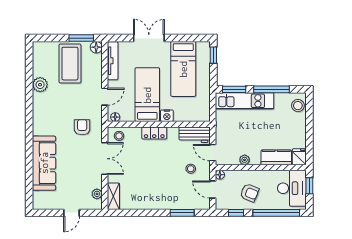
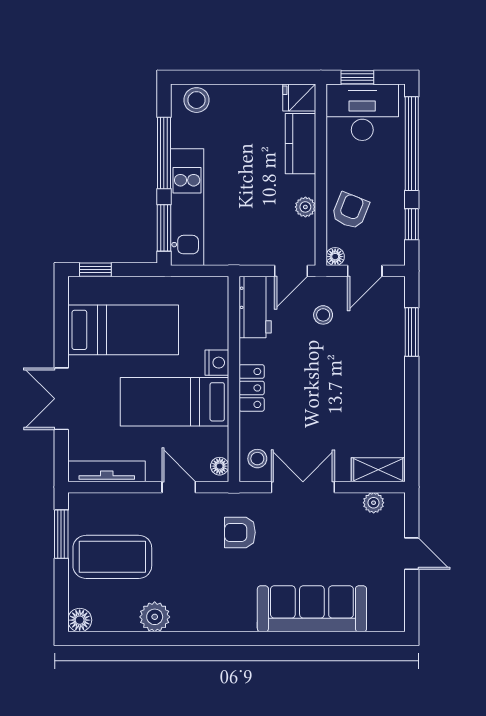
floor lamp: (96, 47) -> (80, 620), moved
armchair: (250, 193) -> (350, 211), moved

